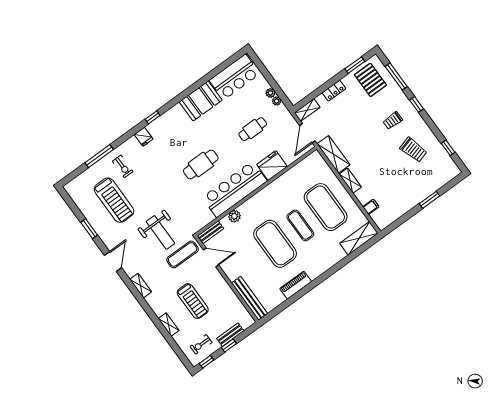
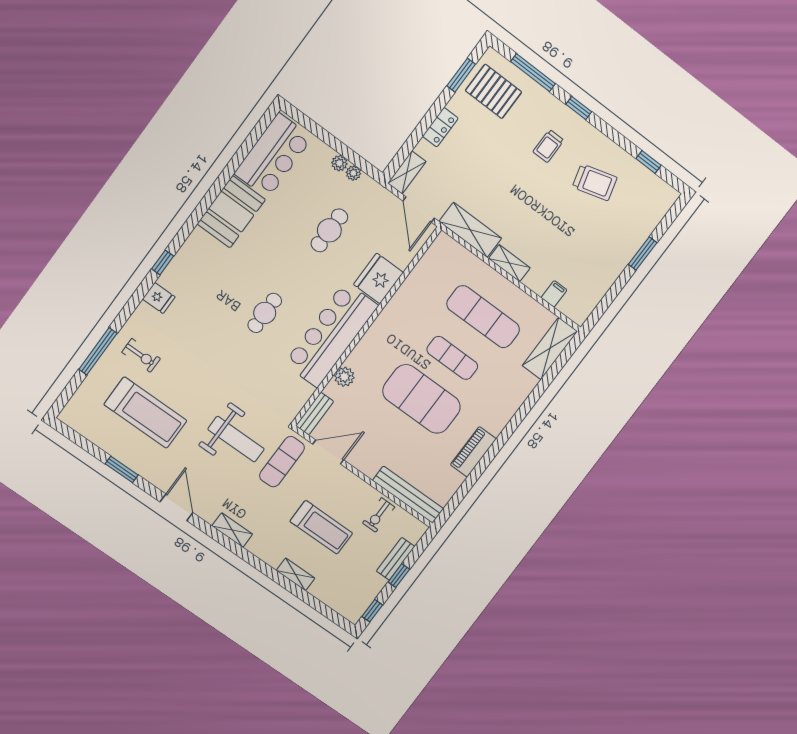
cafe table: (201, 165) -> (265, 313), width x0.73, depth x0.74
exercise mat: (326, 207) -> (483, 317), width x0.68
exercise bike: (201, 344) -> (379, 515), moved

